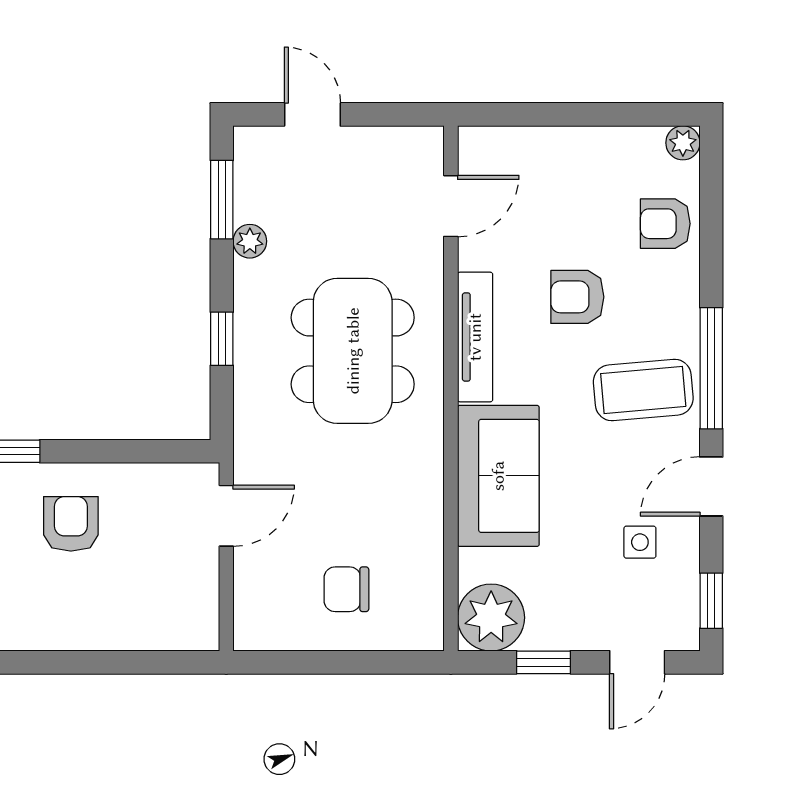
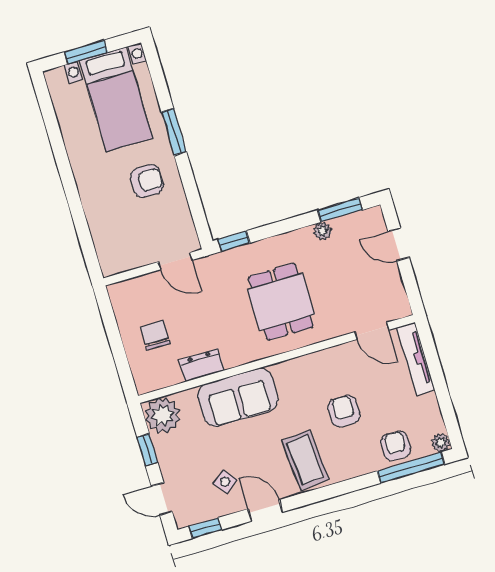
door: (312, 114) -> (399, 244), swing flipped
tv unit: (475, 337) -> (416, 359), moved, turned 90
window: (222, 339) -> (234, 241), moved
dining table: (353, 351) -> (281, 302), width x0.73
window: (711, 368) -> (411, 468), moved
dresser: (423, 523) -> (202, 365), added
side table: (640, 542) -> (225, 482), turned -38

